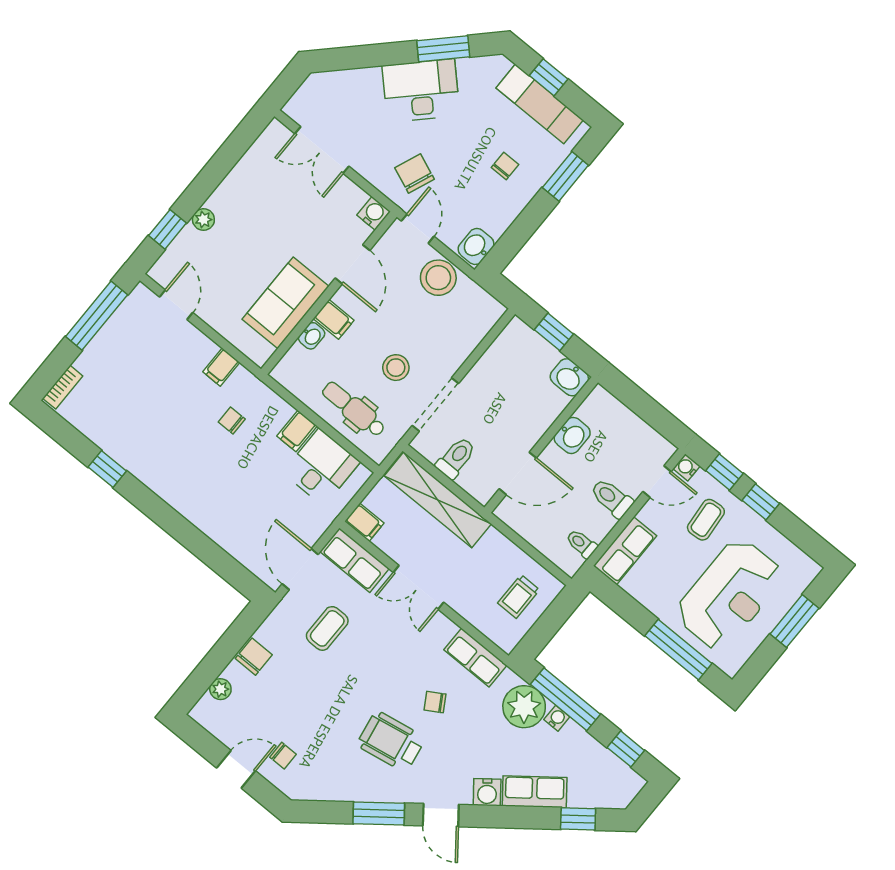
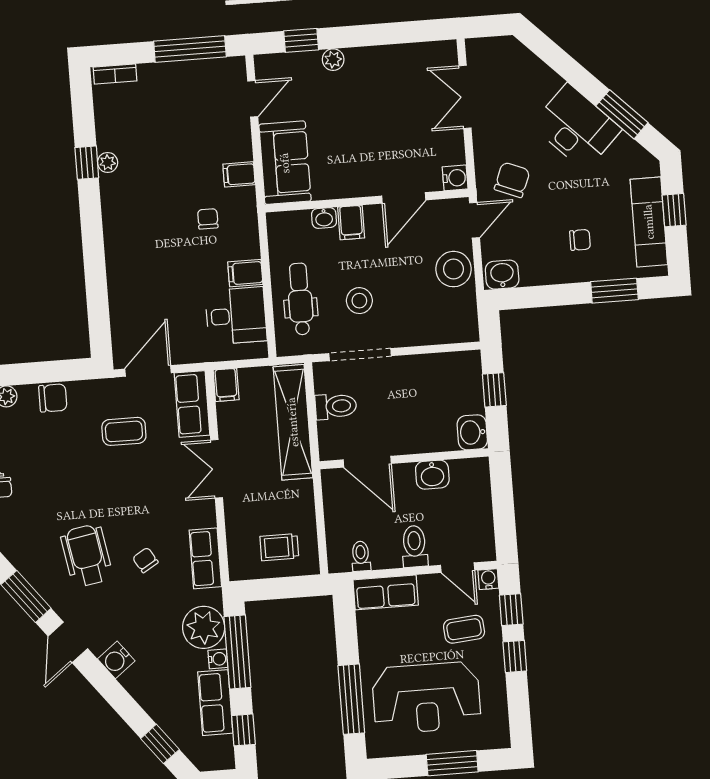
sofa: (285, 303) -> (285, 163), moved, turned 90
plant: (122, 454) -> (108, 162), added
row of seats: (535, 792) -> (215, 703), moved, turned -142

